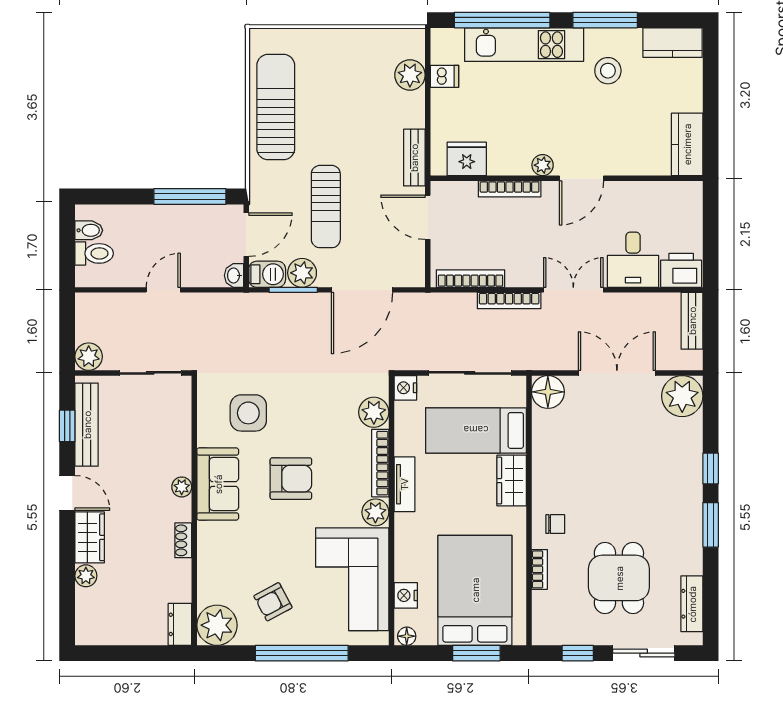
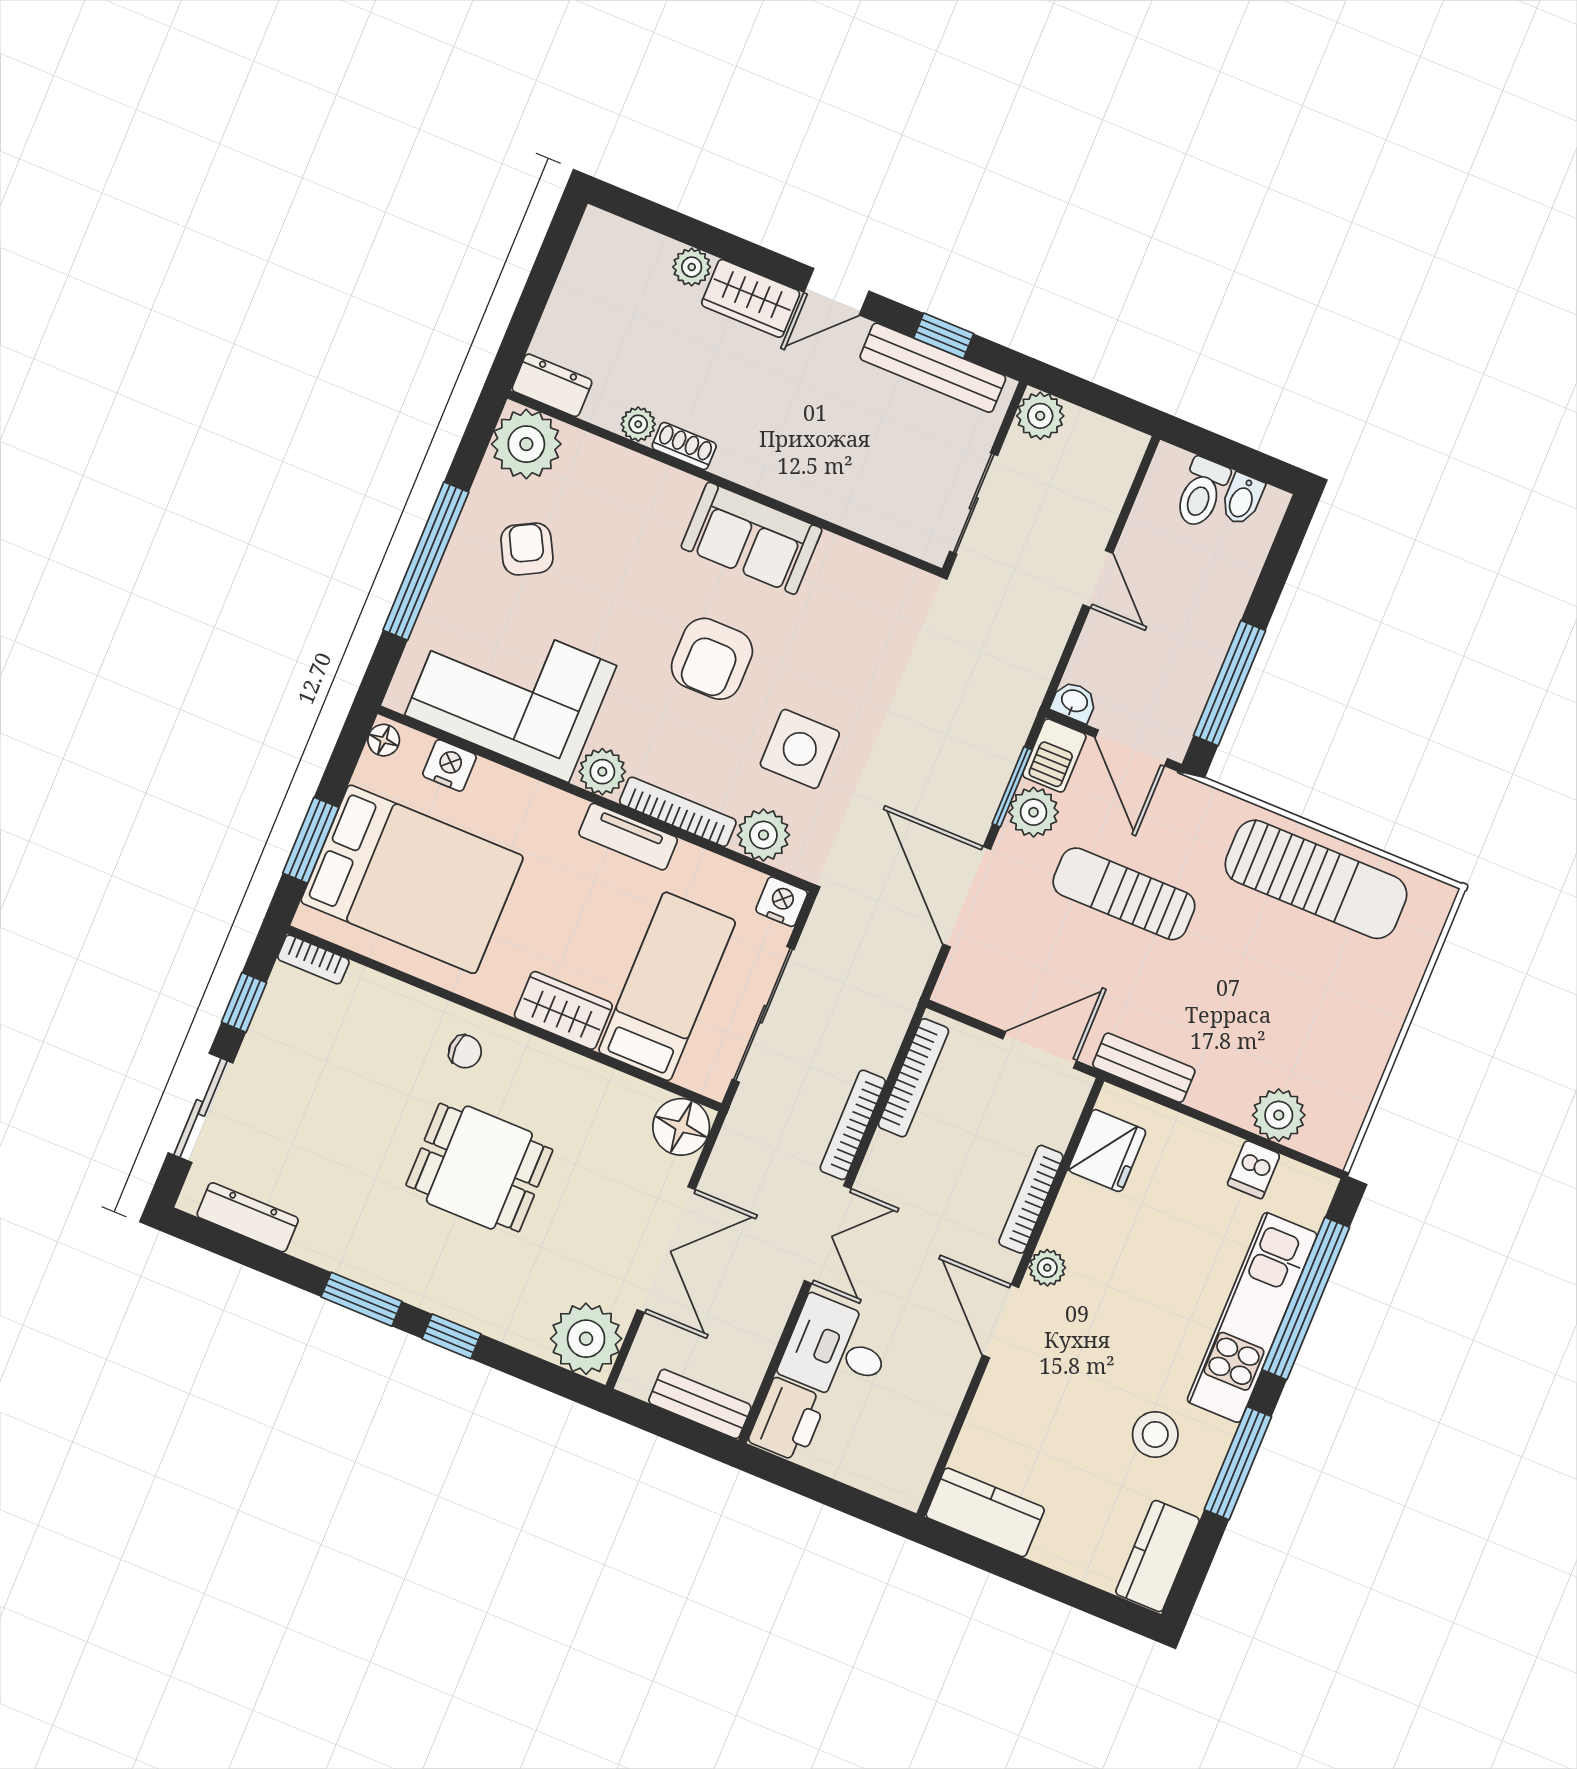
side table: (248, 413) -> (800, 749), moved
plant: (182, 487) -> (638, 424), moved
chair: (555, 524) -> (465, 1051), turned -88
bookcase: (539, 569) -> (313, 959), moved
dining table: (619, 578) -> (479, 1168), moved

